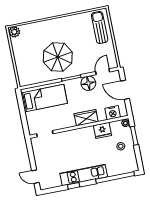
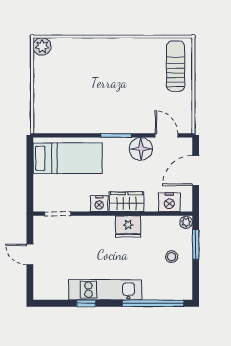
parasol: (58, 57) -> (102, 99), removed
door: (103, 72) -> (166, 135), hinge flipped
door: (125, 90) -> (196, 171), hinge flipped
nightstand: (69, 122) -> (99, 204), added
fridge: (102, 130) -> (128, 227), moved
door: (35, 177) -> (30, 254), moved

